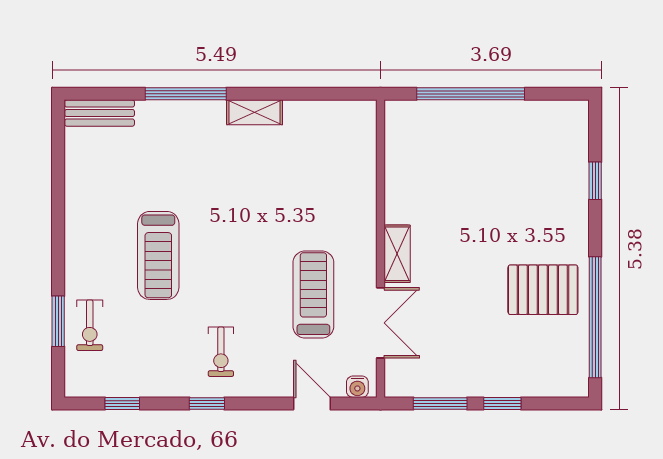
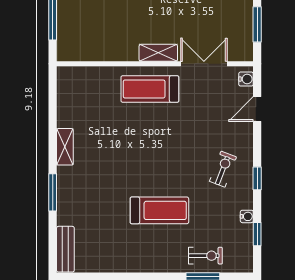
window: (186, 94) -> (53, 192), width x0.69
treadmill: (313, 294) -> (150, 89), moved
exercise bike: (221, 352) -> (223, 169), turned -69
water cooler: (149, 388) -> (247, 216), added

